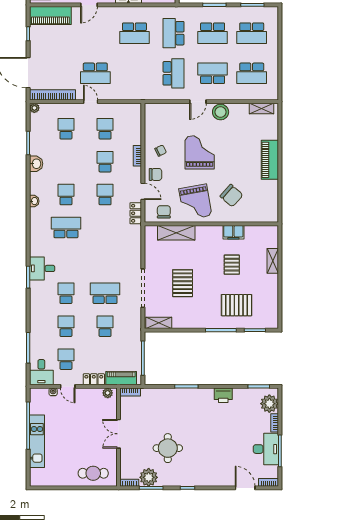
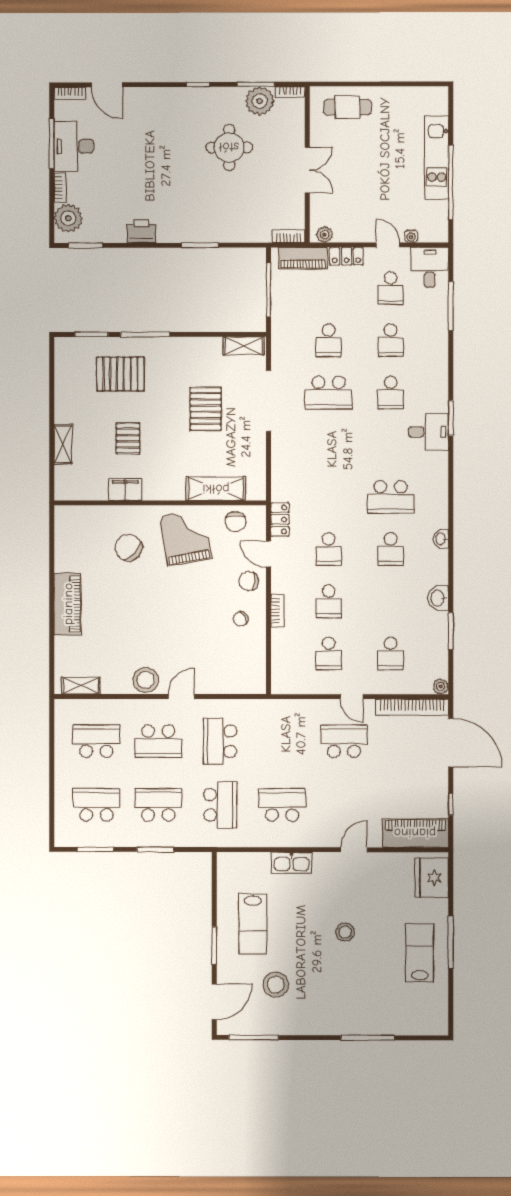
grand piano: (200, 152) -> (179, 616), removed

